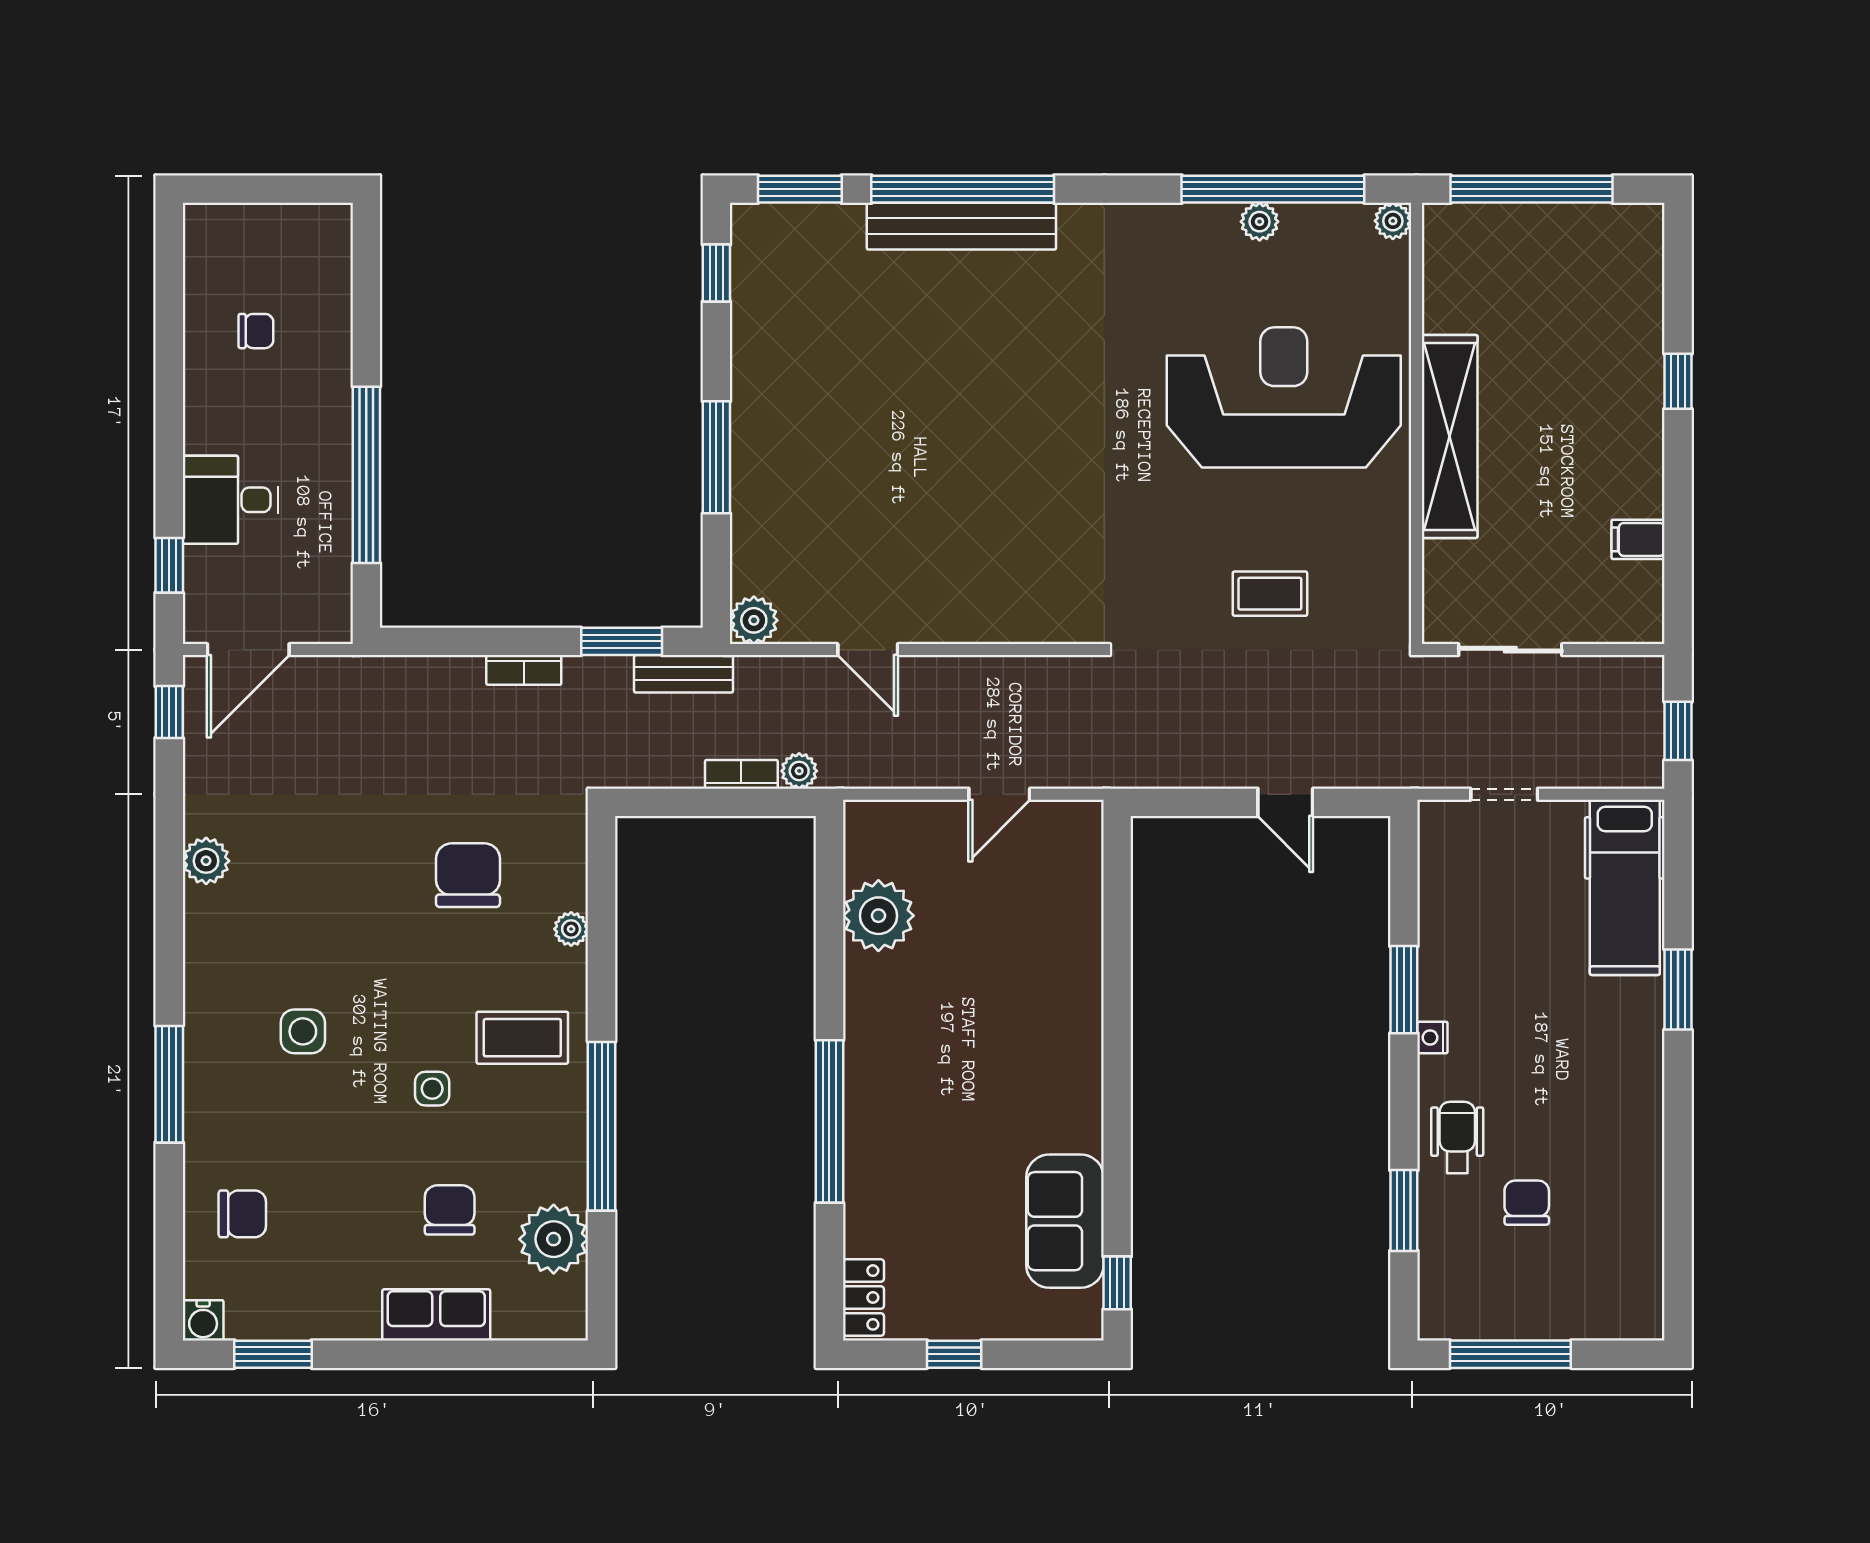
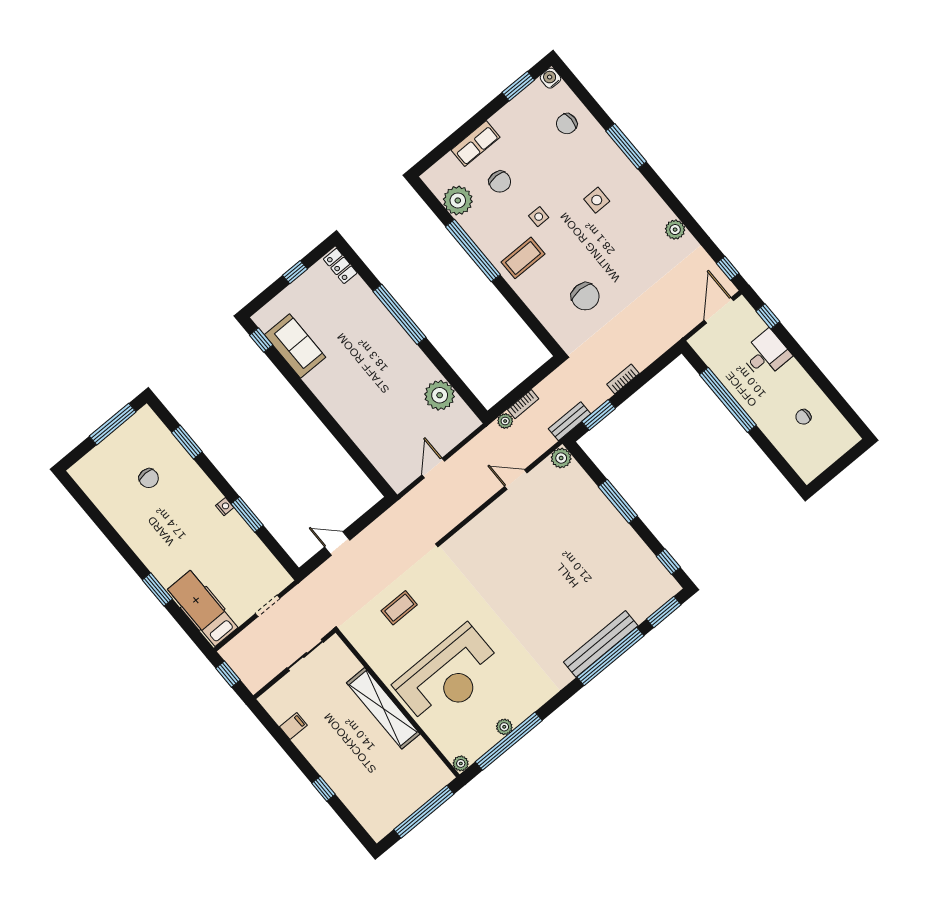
plant: (571, 929) -> (537, 307), removed
wheelchair: (1457, 1137) -> (189, 481), removed

